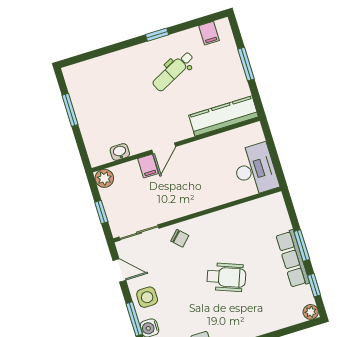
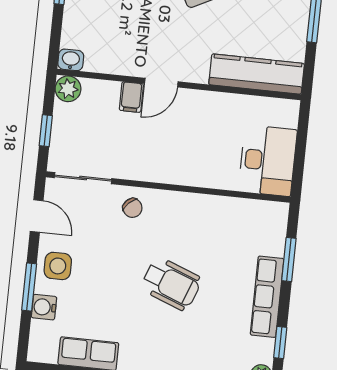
washbasin: (120, 152) -> (71, 60), moved
window: (302, 245) -> (289, 260), moved

